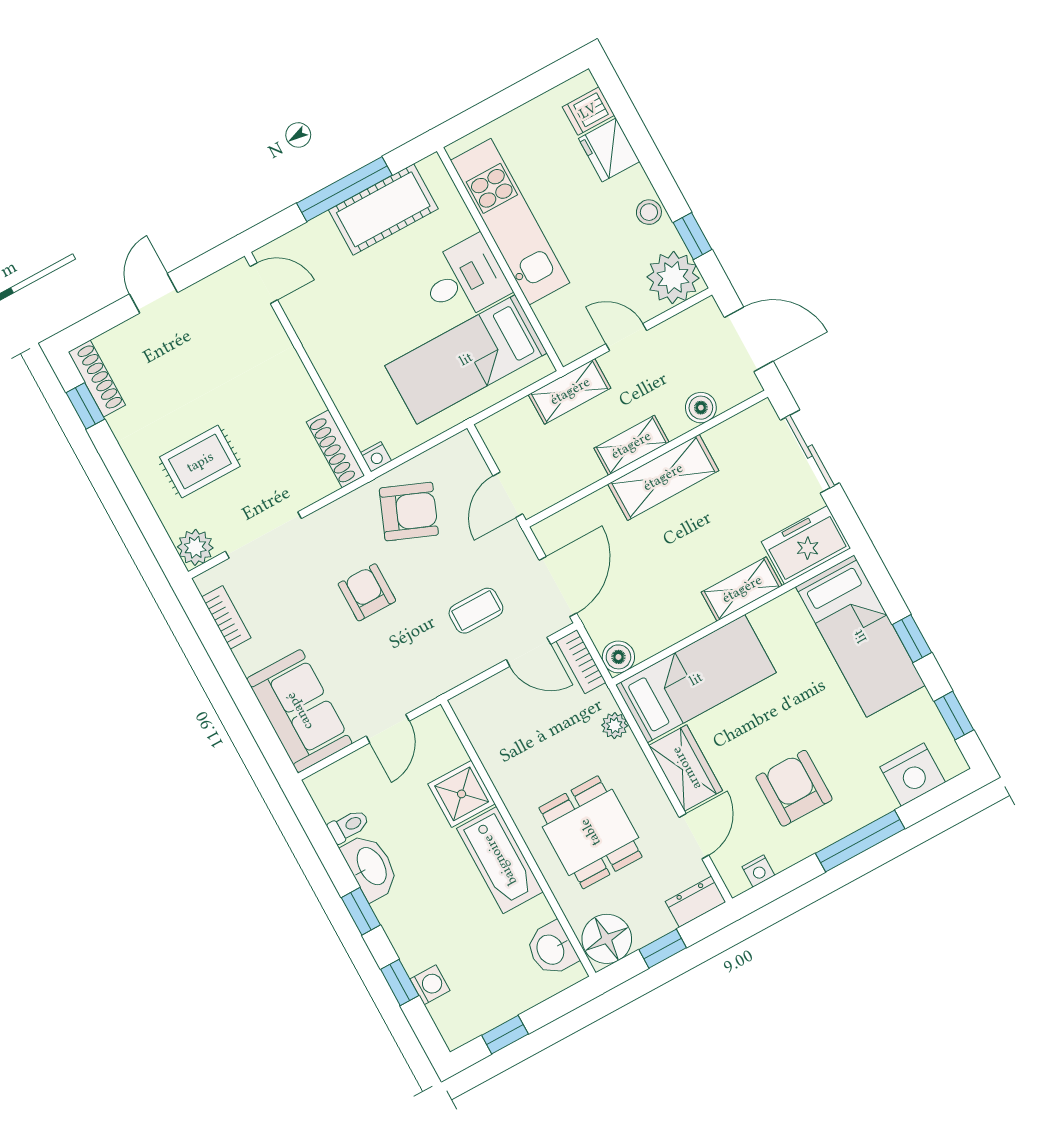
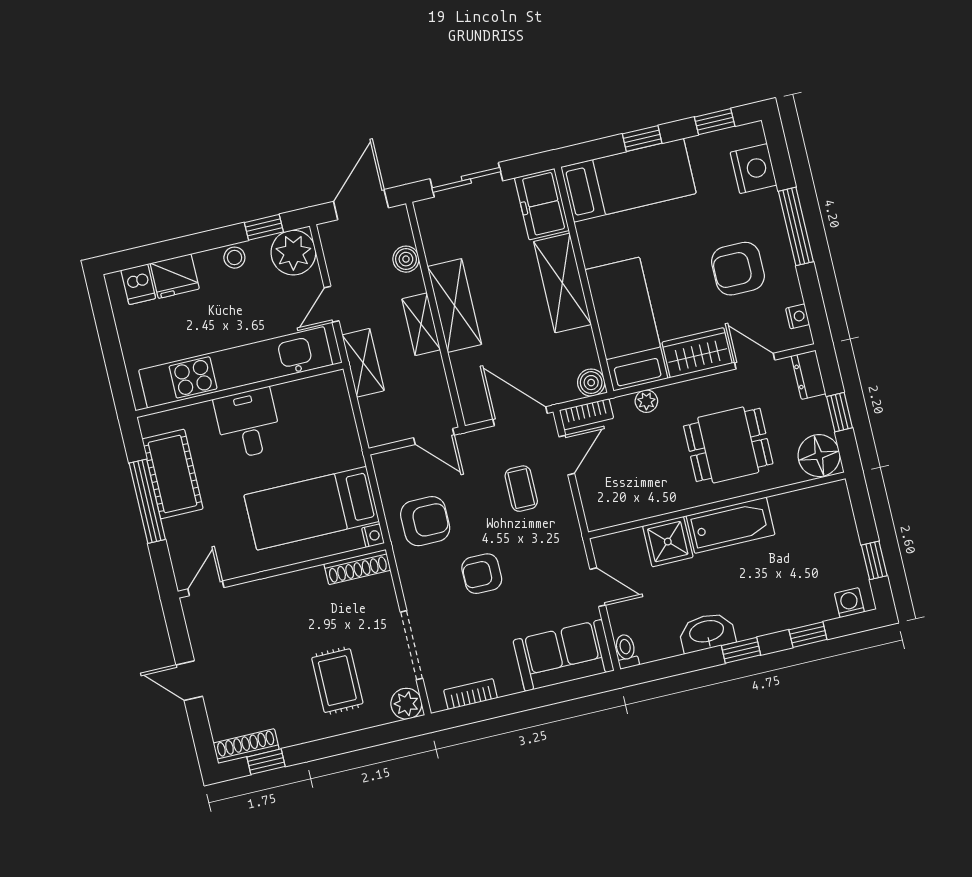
kitchen unit: (510, 222) -> (236, 367), width x1.36
bed: (466, 359) -> (312, 508), moved, turned 90
armchair: (409, 512) -> (425, 521), turned 68
shelving: (742, 589) -> (562, 283), width x1.50, depth x1.33
toilet: (349, 826) -> (626, 651), moved
washbasin: (551, 949) -> (815, 503), removed
washing machine: (430, 985) -> (849, 603), moved

